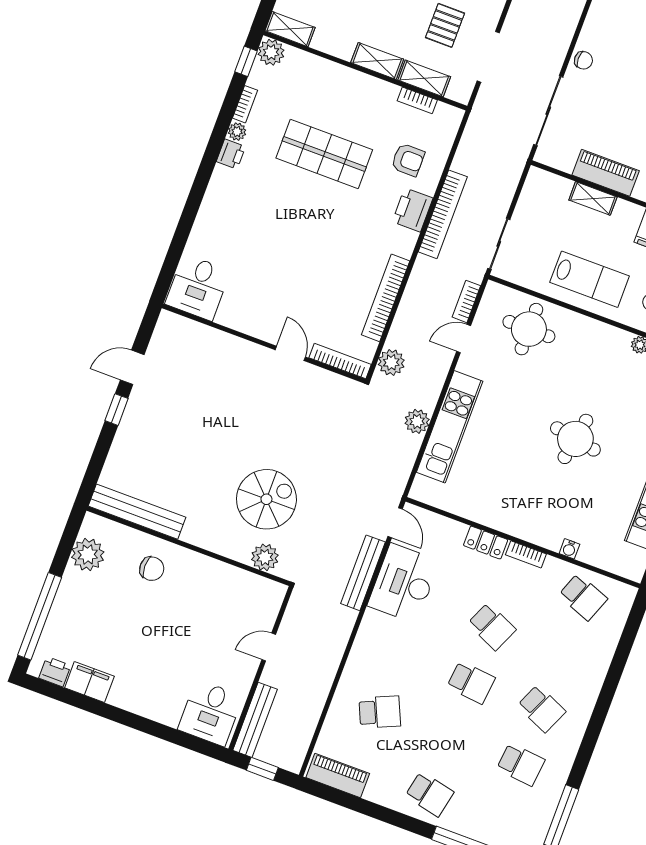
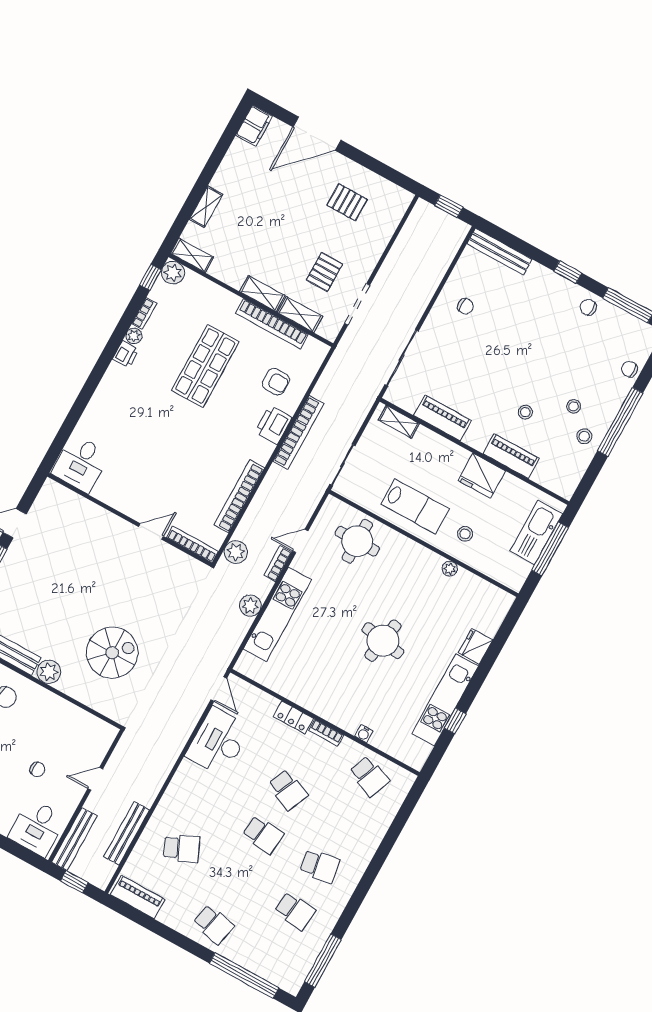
chair: (583, 60) -> (465, 306), moved
bookcase: (417, 100) -> (272, 324), width x2.31, depth x1.31
shop shelf: (324, 154) -> (205, 366), turned 90
shelving: (593, 198) -> (399, 422), moved
bookcase: (466, 301) -> (278, 564), moved
door: (290, 353) -> (151, 532), hinge flipped
plant: (265, 557) -> (49, 672), moved
bench: (363, 573) -> (127, 833), moved
chair: (201, 646) -> (37, 769), added
school desk: (541, 709) -> (320, 866), turned -33

